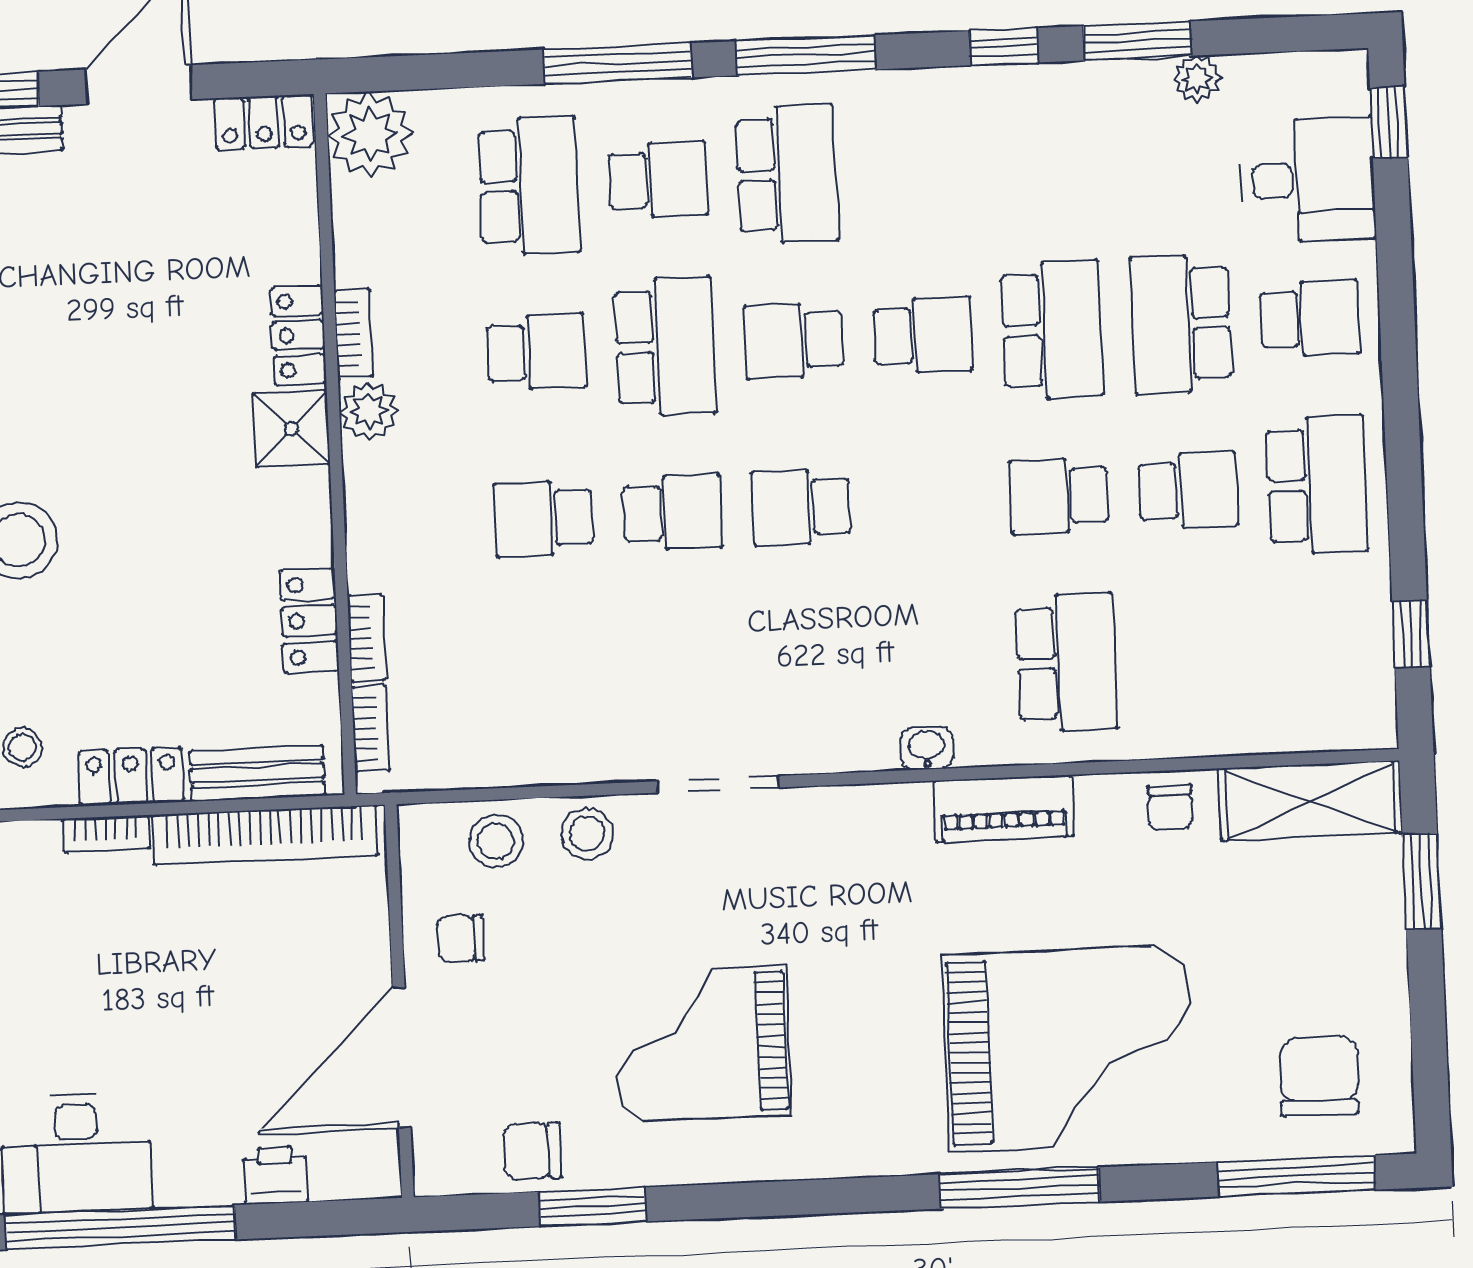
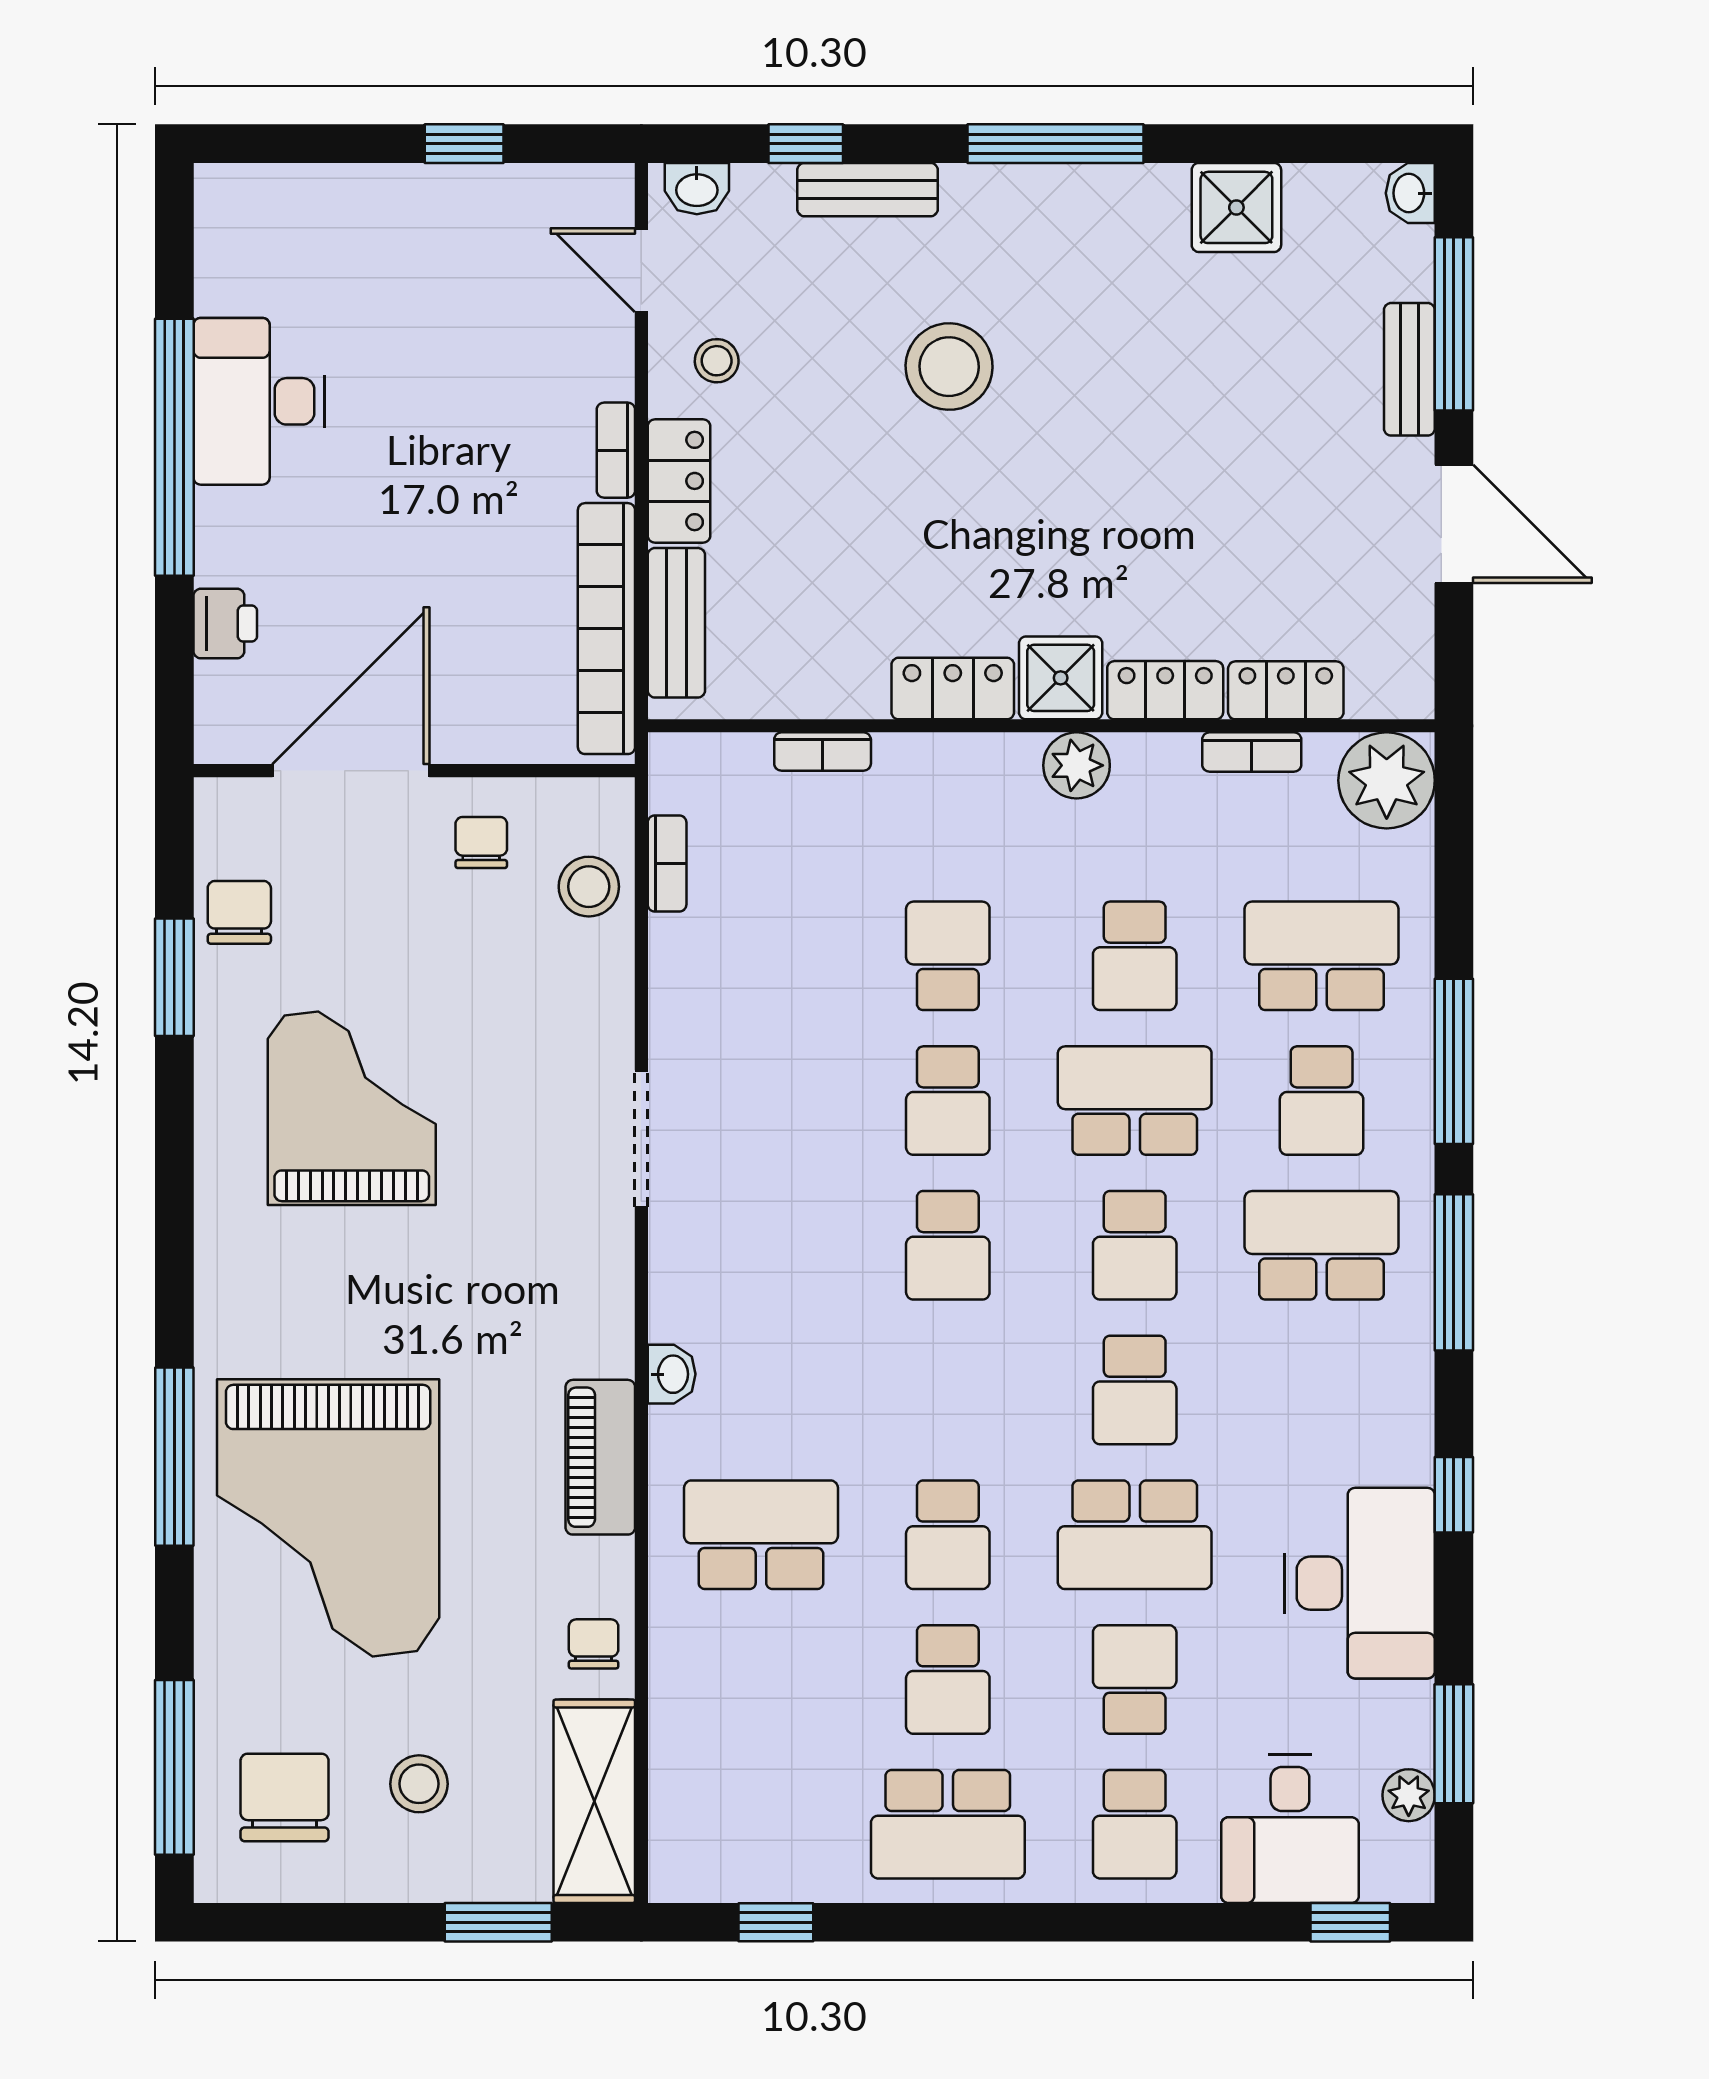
window: (1137, 41) -> (1454, 1744), moved
plant: (1197, 79) -> (1409, 1795), moved
locker: (264, 122) -> (1286, 690), moved, turned 90
desk: (1086, 127) -> (1360, 1583), added
school desk: (787, 174) -> (1322, 1245), turned 180
school desk: (529, 186) -> (1322, 956), turned 180
school desk: (1181, 324) -> (1135, 1679), width x0.54
bookcase: (353, 334) -> (1252, 752), moved
school desk: (794, 341) -> (1135, 1245), turned 180
school desk: (665, 346) -> (1135, 1101), turned 180
school desk: (1059, 496) -> (948, 1535), turned 180
school desk: (801, 507) -> (948, 1245), turned 180
locker: (309, 621) -> (953, 689), moved
school desk: (1066, 662) -> (761, 1535), turned 180
bookcase: (370, 728) -> (667, 863), moved, turned -90
chair: (1170, 807) -> (594, 1644), turned 90
stool: (587, 834) -> (419, 1784), moved
door: (402, 1057) -> (351, 771), hinge flipped
chair: (1319, 1077) -> (285, 1797), turned -91

